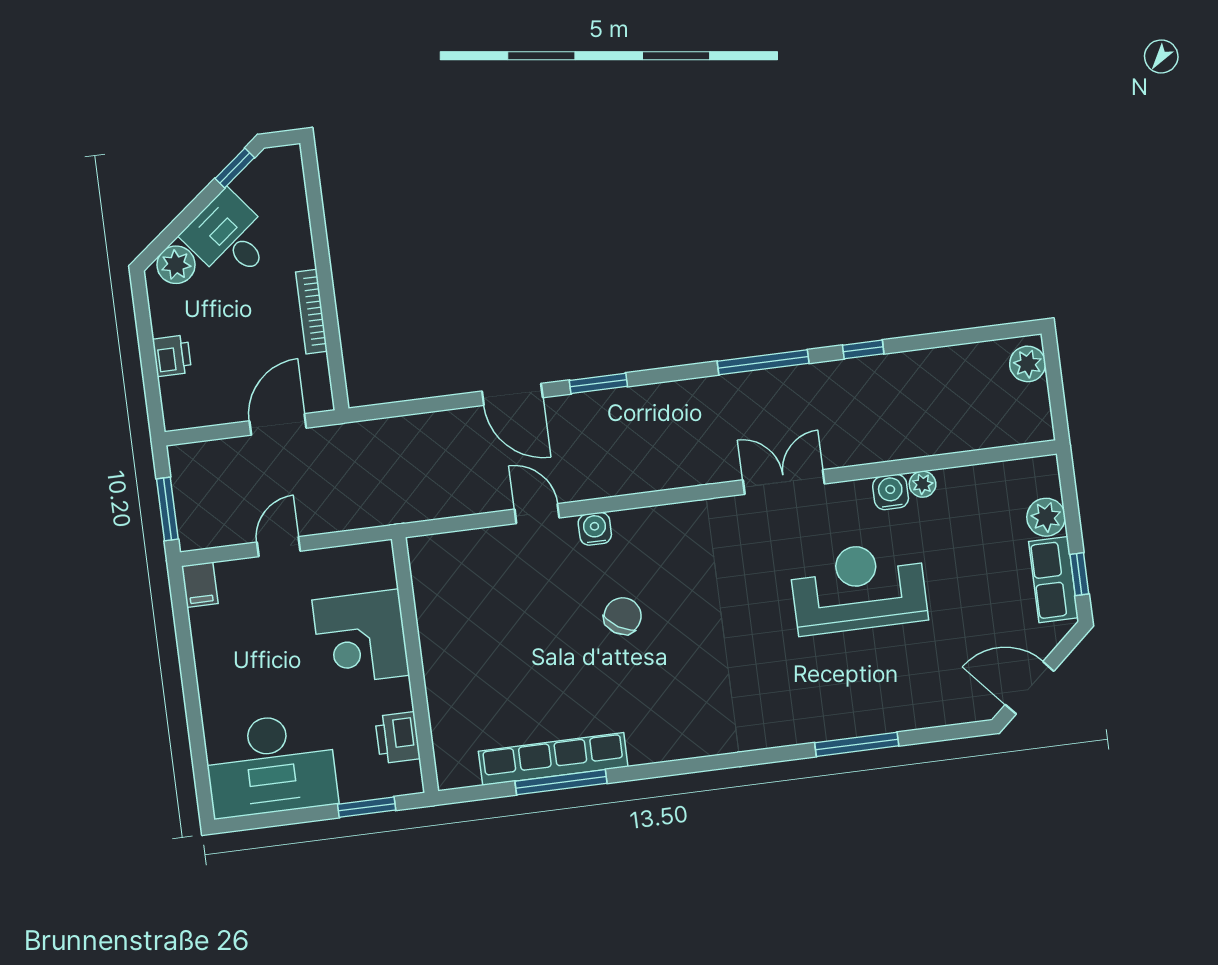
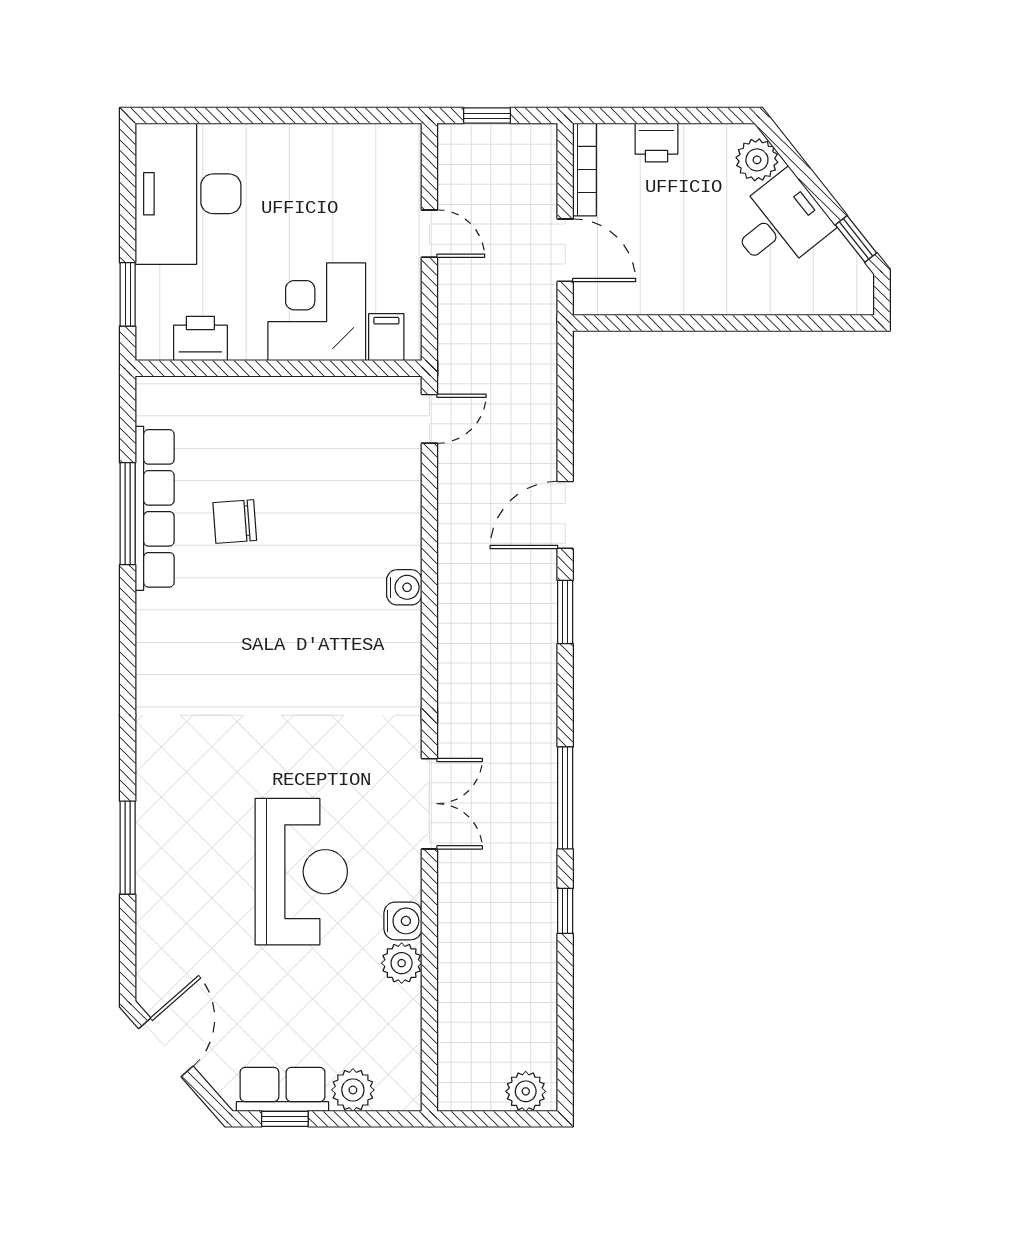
bookcase: (311, 312) -> (585, 169), moved, turned 90
plant: (923, 484) -> (402, 963), width x1.38, depth x1.38
window: (167, 509) -> (487, 116), width x0.67
door: (537, 514) -> (429, 419), moved
filing cabinet: (200, 585) -> (386, 337), moved, turned 90
chair: (623, 616) -> (235, 522), moved, turned 144

